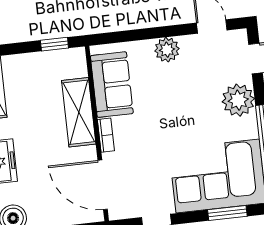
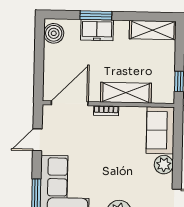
sofa: (112, 85) -> (160, 130), moved, turned 90

